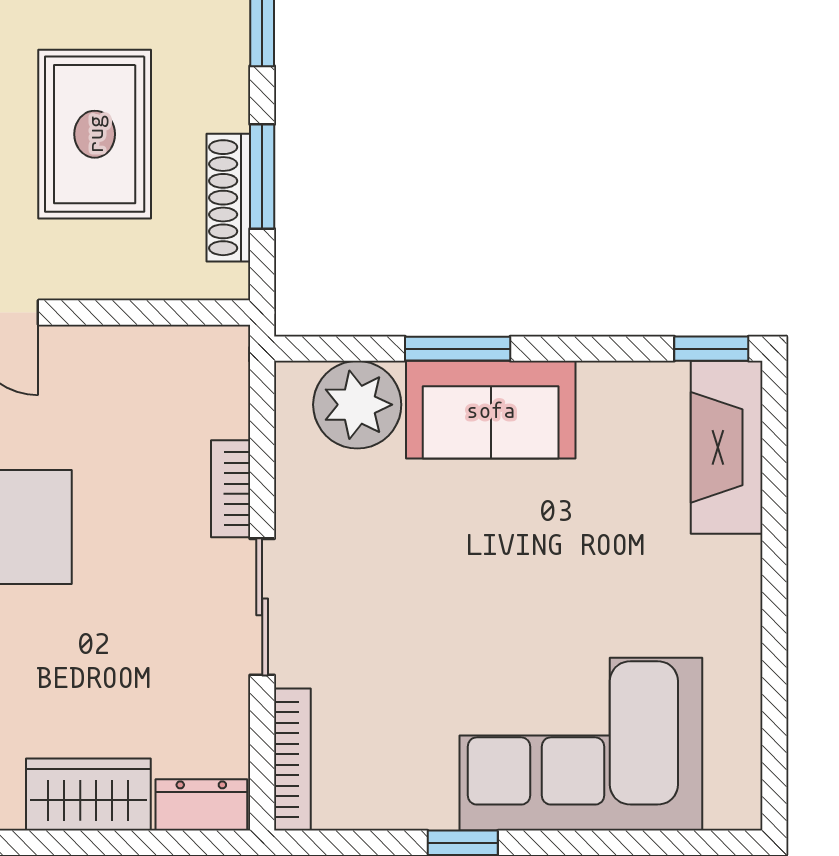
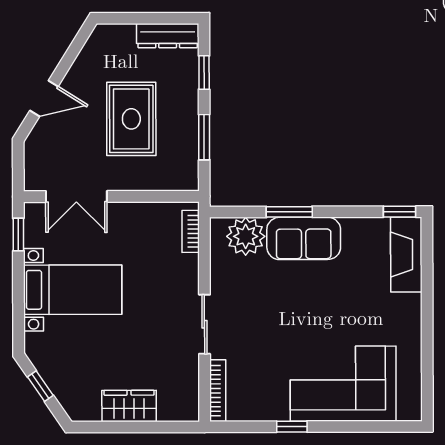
shoe rack: (228, 198) -> (189, 146), removed
bookcase: (231, 489) -> (191, 231), moved
dresser: (201, 805) -> (178, 410), removed

